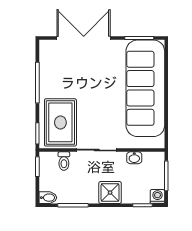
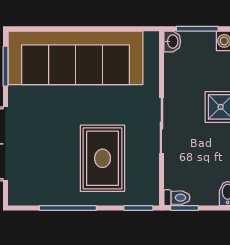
rug: (60, 122) -> (103, 158), moved, turned 90
washbasin: (134, 158) -> (172, 41), moved
toilet: (64, 161) -> (177, 198), moved

